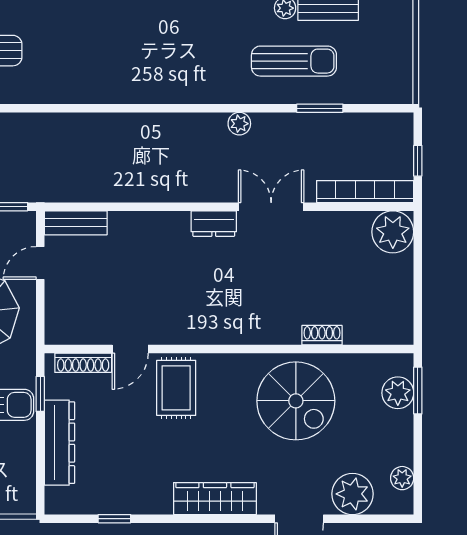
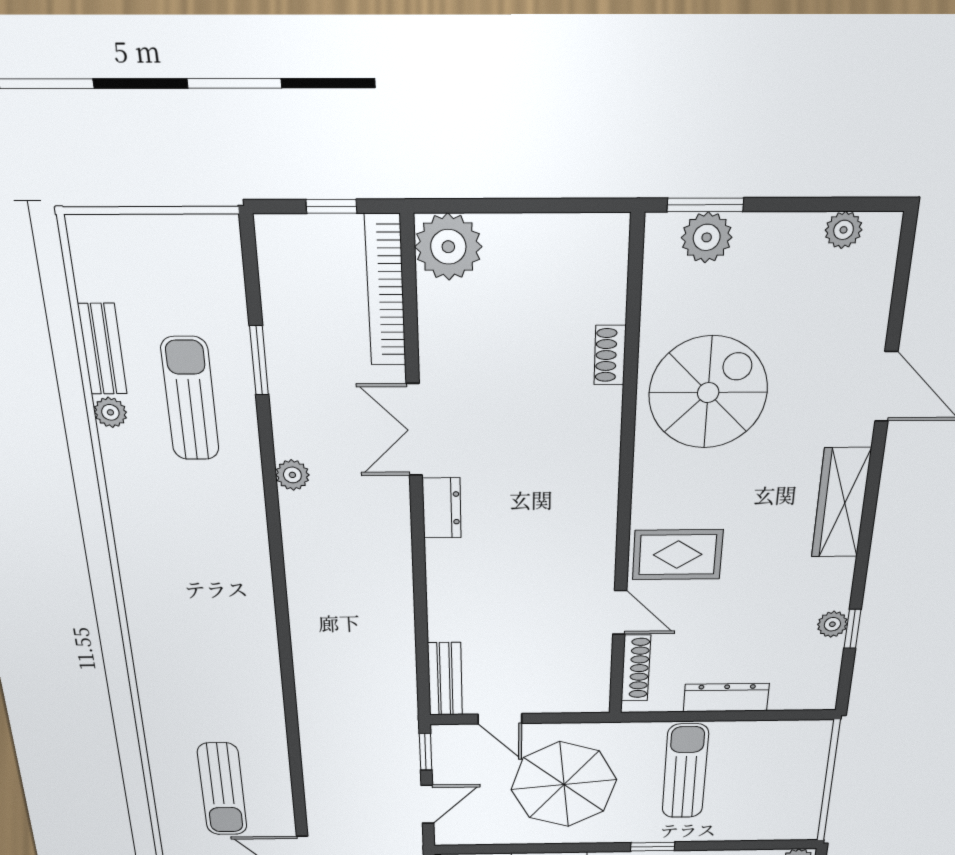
window: (40, 394) -> (675, 717), removed
dresser: (59, 443) -> (726, 698), width x0.73, depth x0.80
plant: (352, 494) -> (832, 624), moved, width x0.53, depth x0.53

